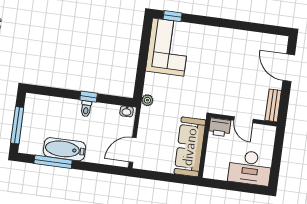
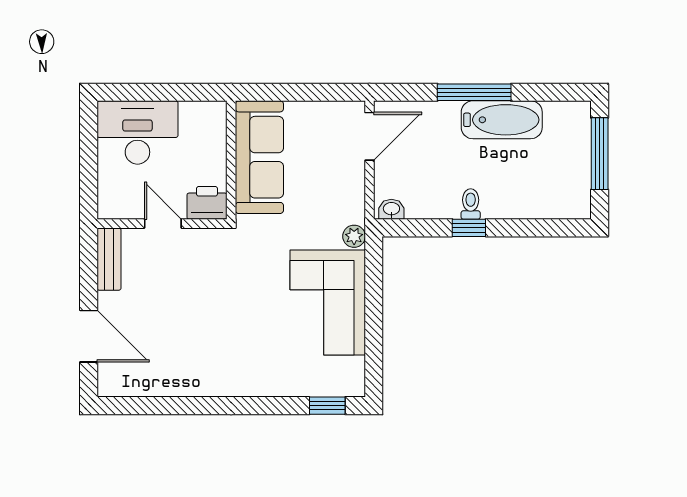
corner sofa: (168, 47) -> (328, 302), moved
window: (53, 162) -> (474, 92), moved

